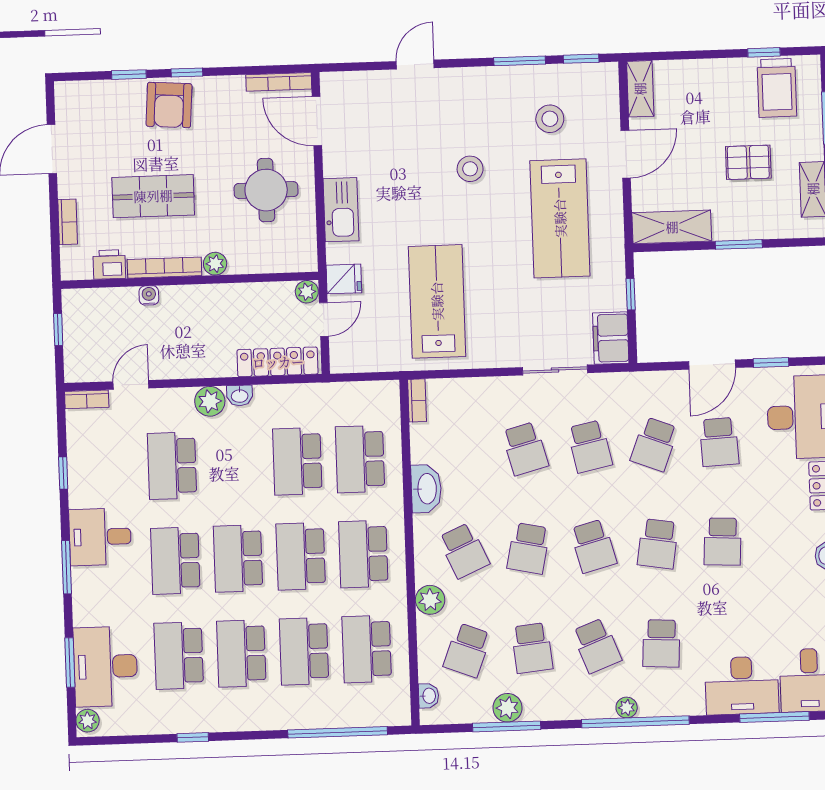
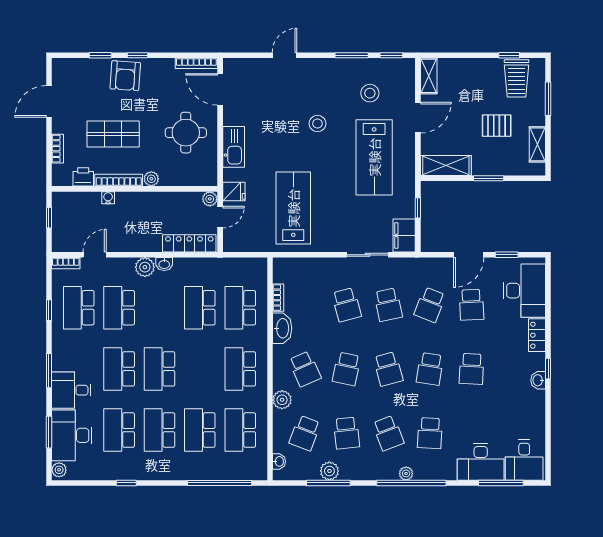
bookcase: (417, 400) -> (278, 298), moved
desk: (100, 537) -> (71, 390), moved
school desk: (301, 556) -> (79, 308), moved

